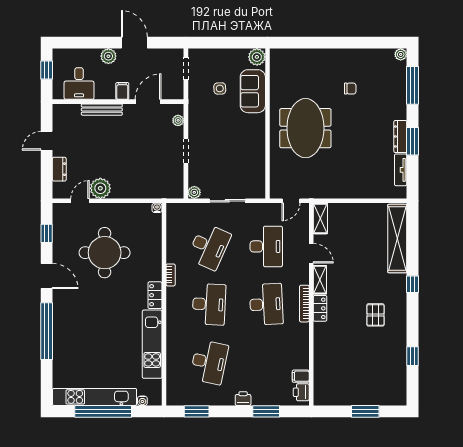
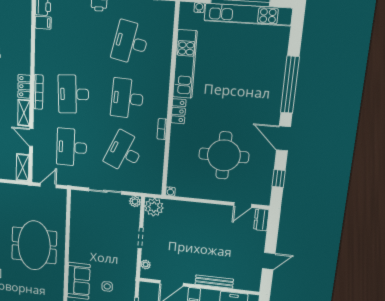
dresser: (59, 169) -> (261, 220), moved
plant: (100, 188) -> (154, 207), moved

